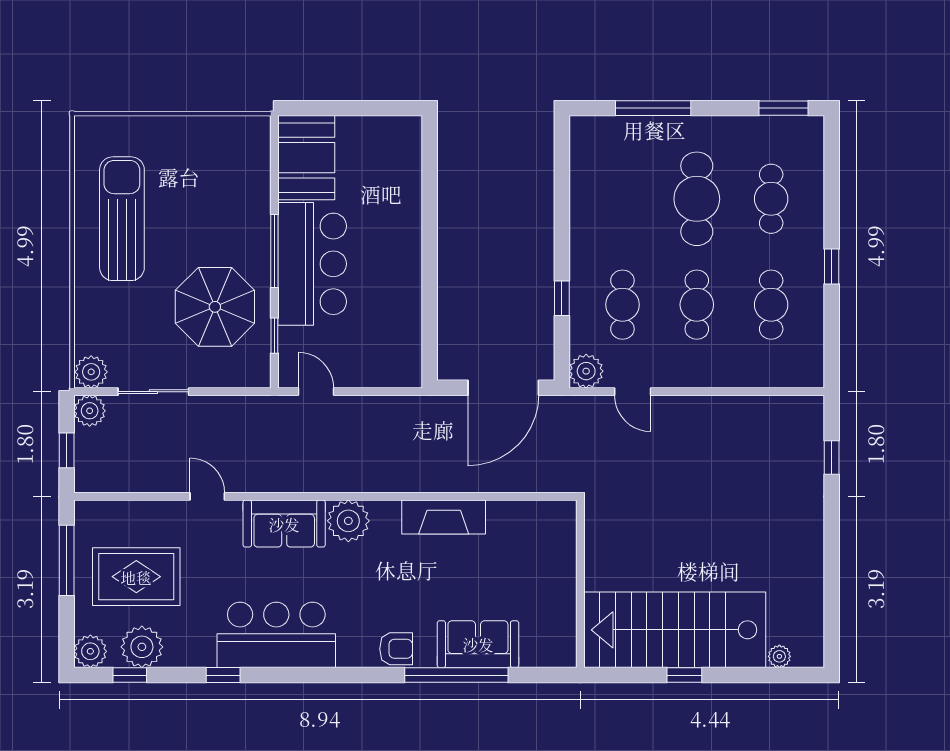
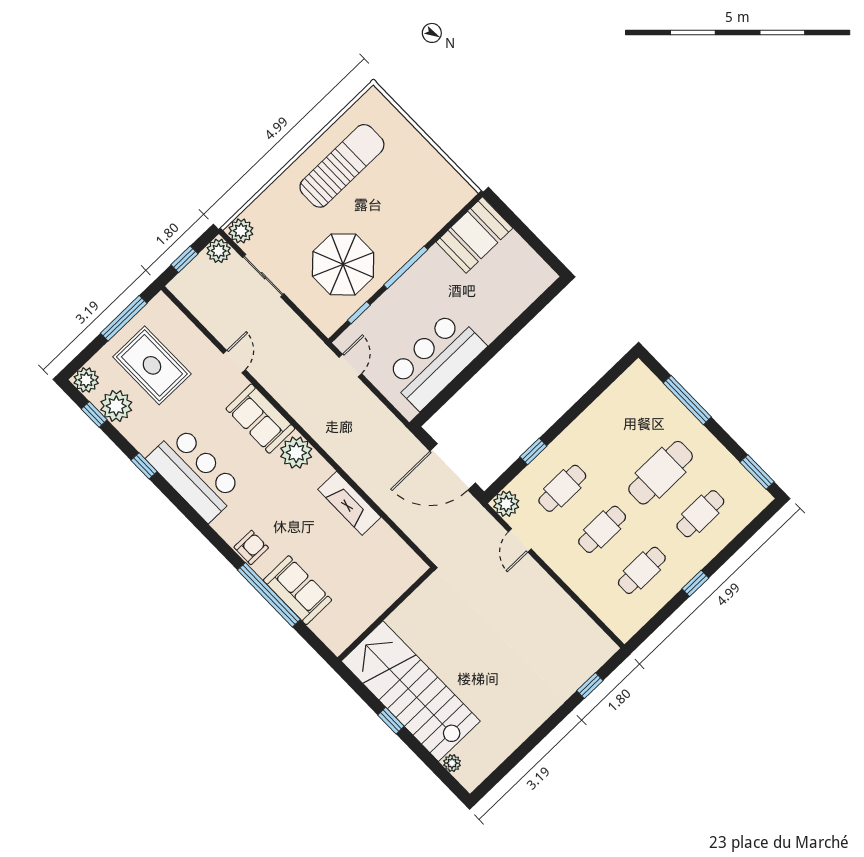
bar counter: (312, 264) -> (435, 360), moved, turned 180
armchair: (396, 649) -> (251, 547), turned -90

